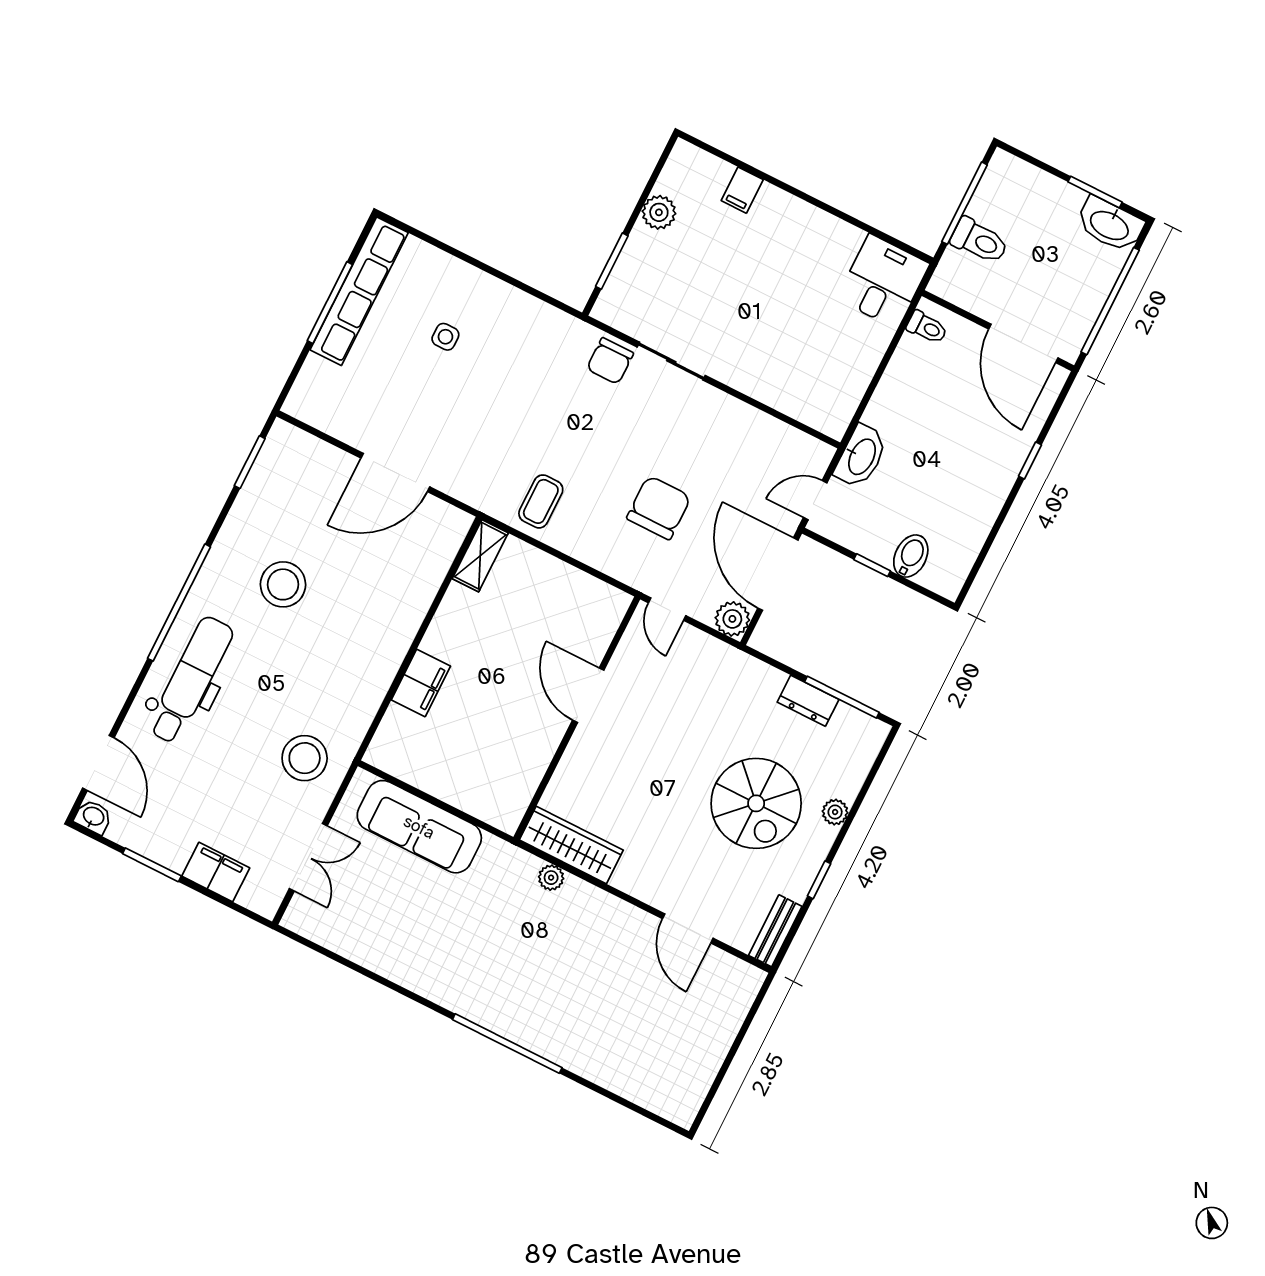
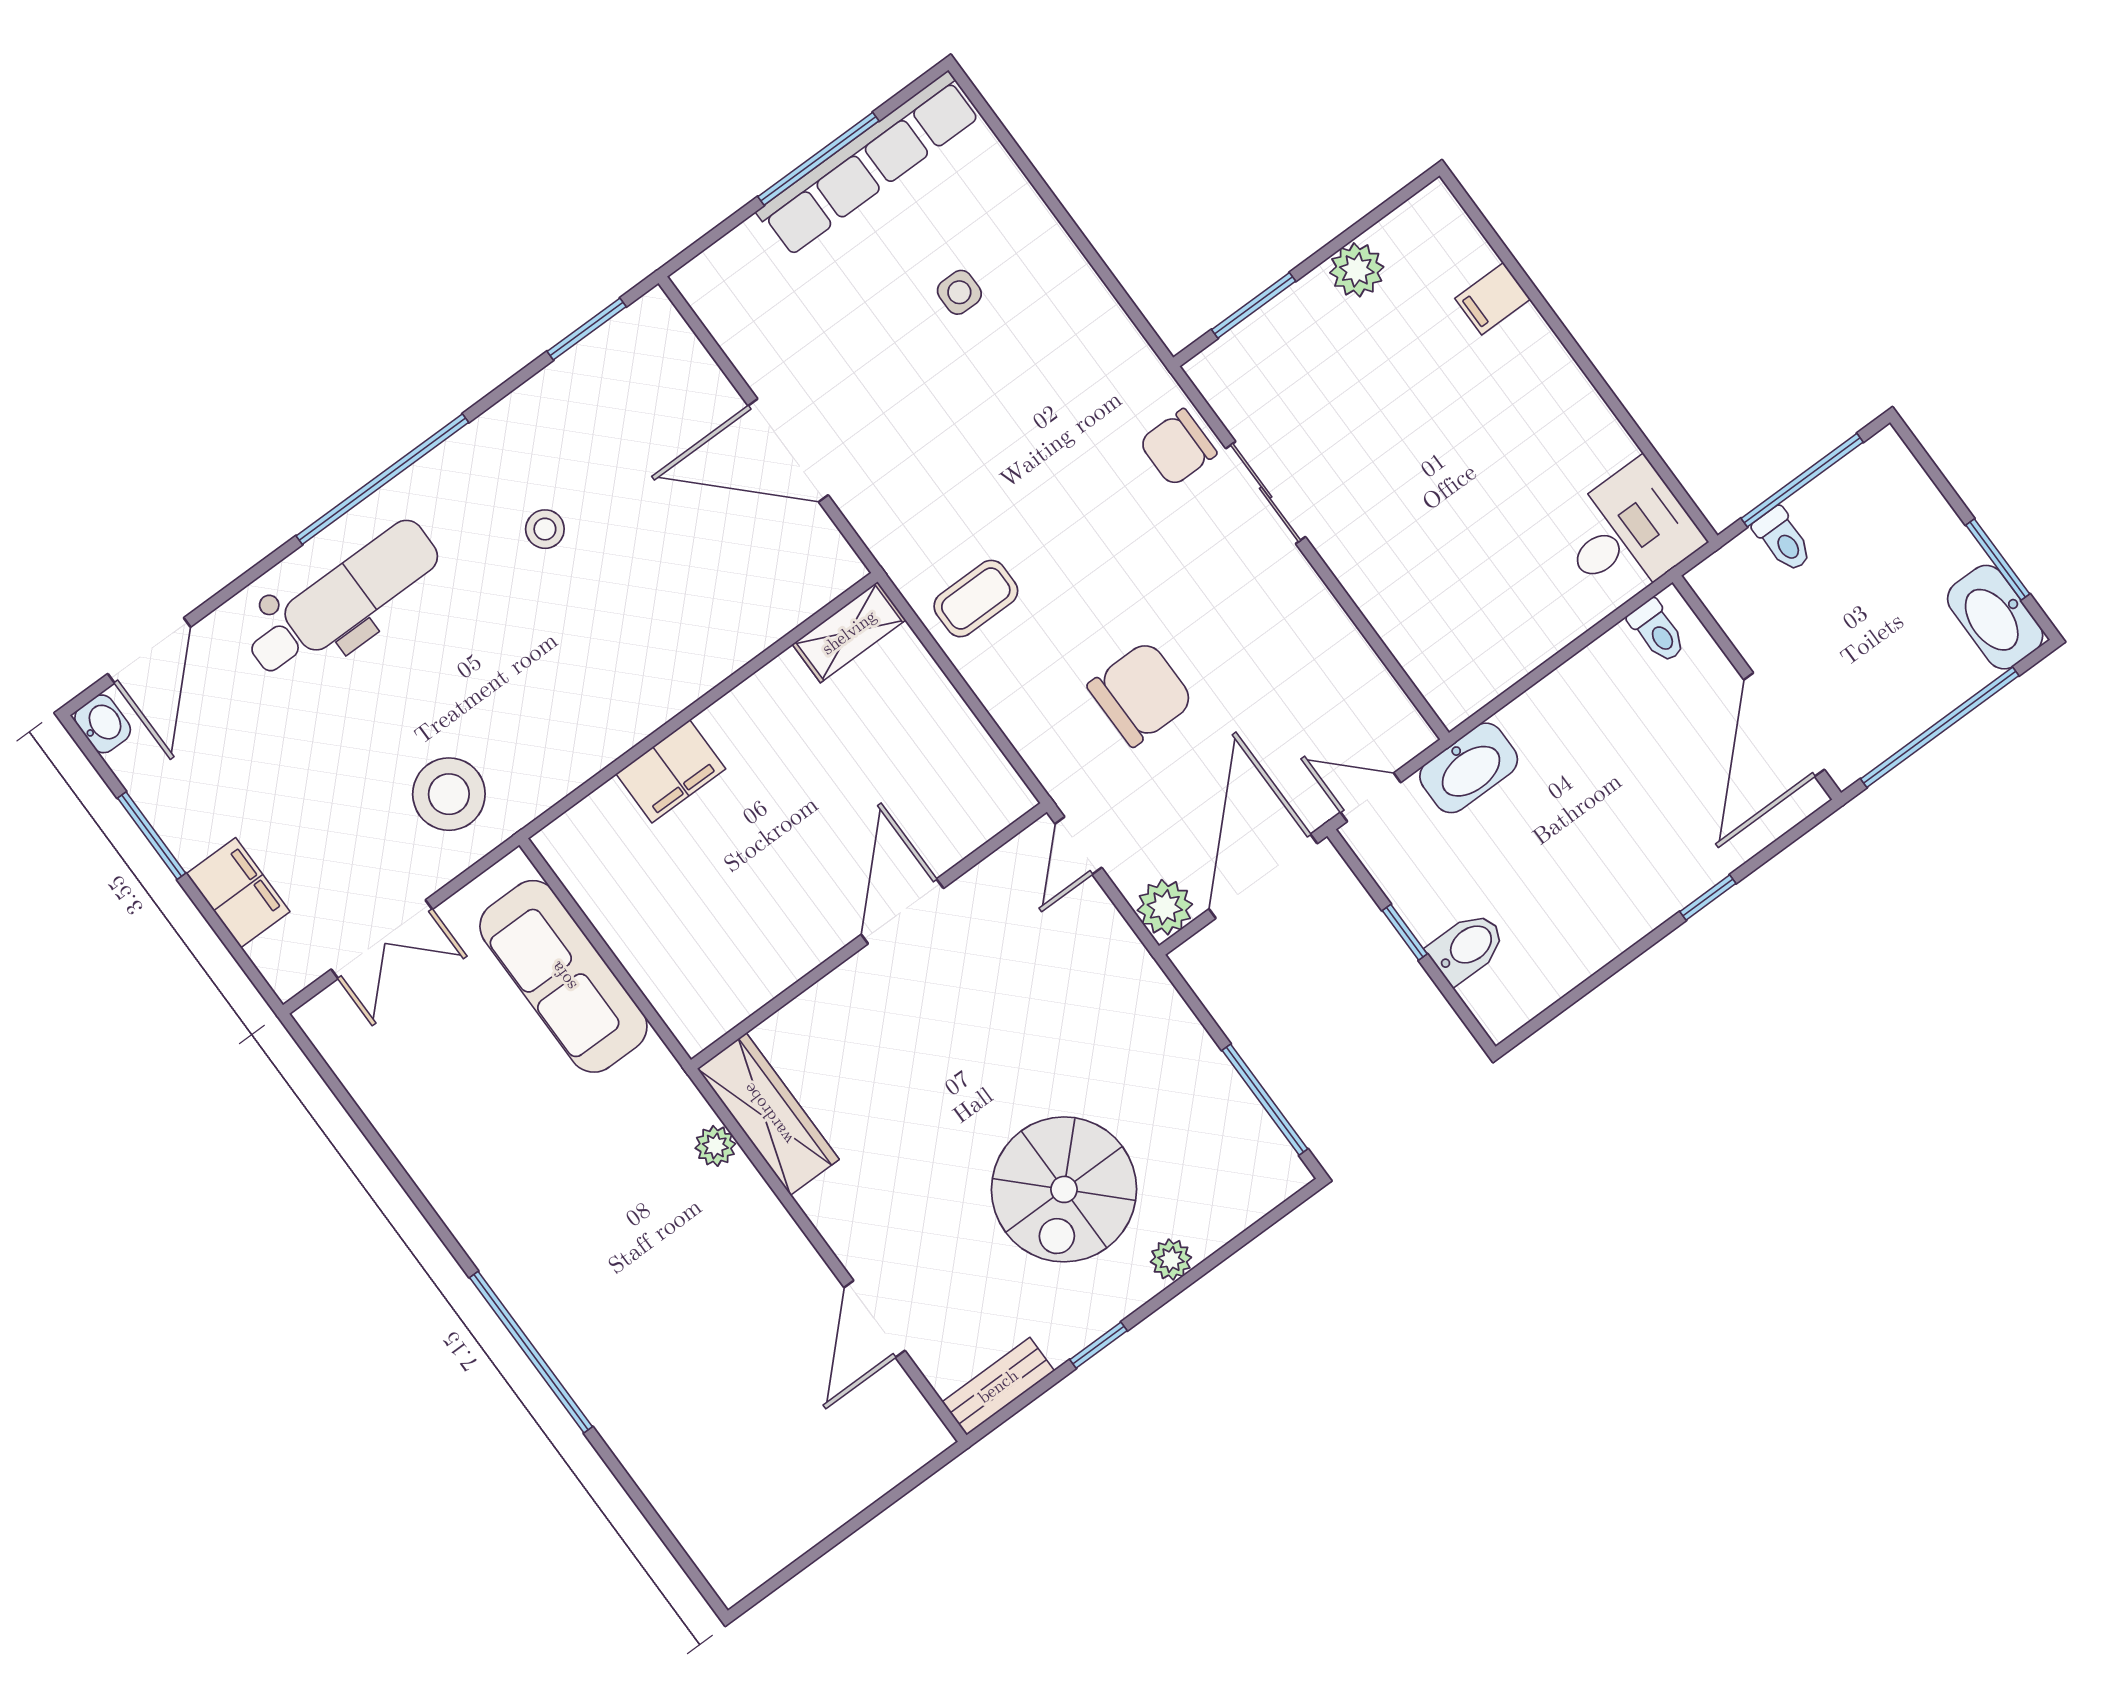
toilet: (979, 241) -> (1783, 540), width x0.73, depth x0.72
stool: (283, 584) -> (545, 529), width x0.53, depth x0.53
dresser: (808, 701) -> (1214, 1080), removed

